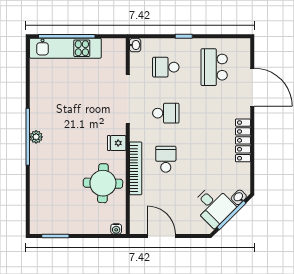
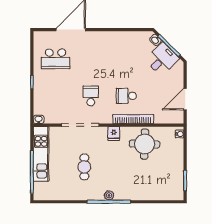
kitchen unit: (65, 48) -> (41, 154), moved
school desk: (166, 67) -> (55, 96), removed
cafe table: (73, 105) -> (84, 167), added
locker: (243, 140) -> (112, 37), removed

